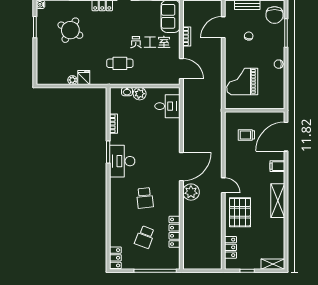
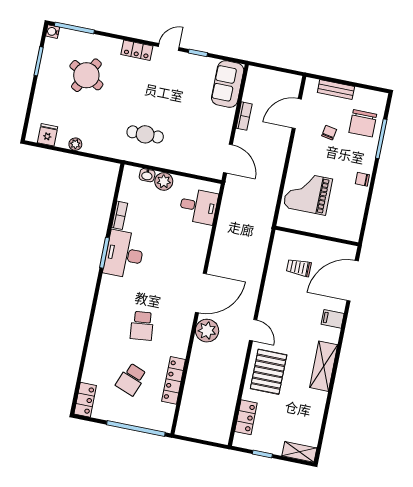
chair: (275, 15) -> (363, 123), moved
fridge: (84, 77) -> (48, 135), moved
desk: (122, 161) -> (124, 254), moved

